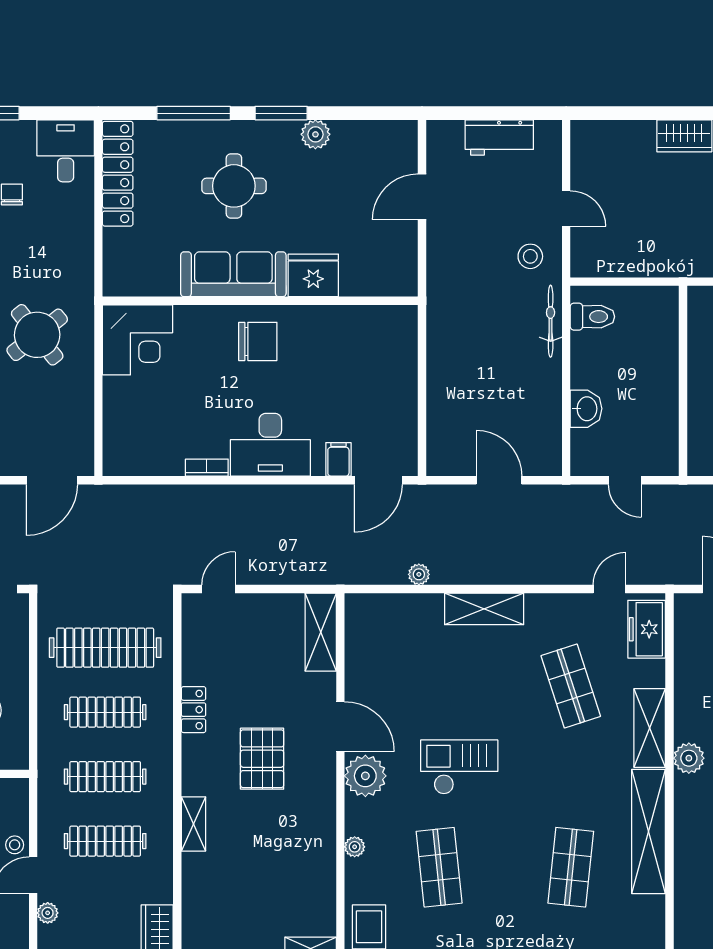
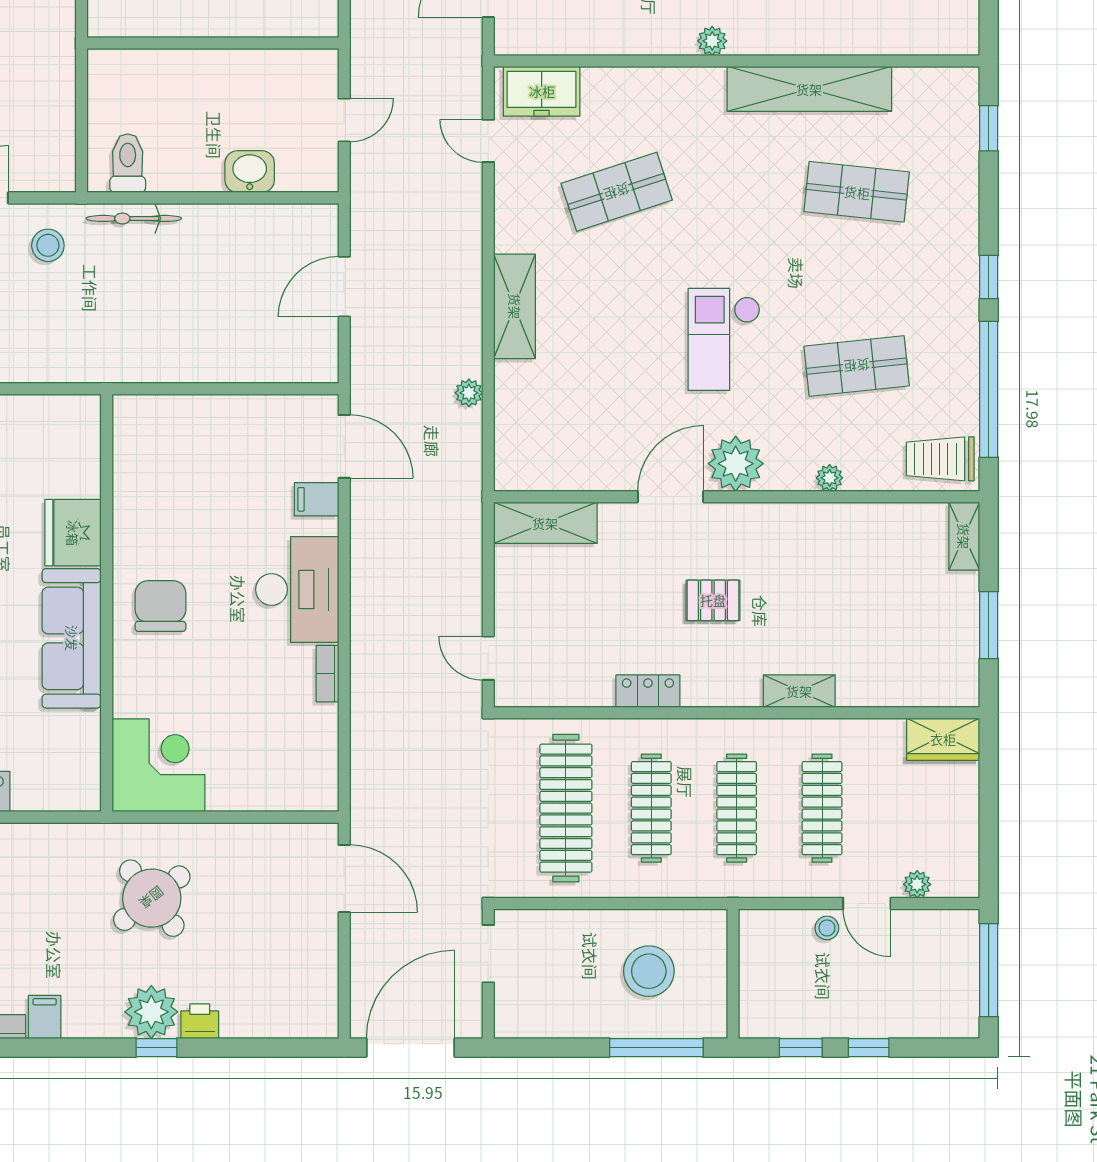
shelving: (650, 728) -> (672, 87), removed
plant: (689, 758) -> (712, 41), width x0.73, depth x0.73
pallet: (262, 759) -> (713, 600), width x0.67, depth x0.71

